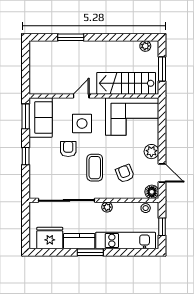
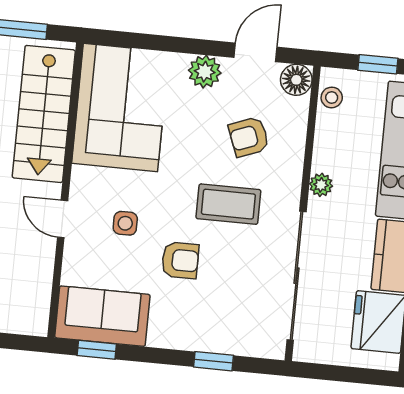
window: (26, 116) -> (97, 350), width x0.67
side table: (82, 123) -> (125, 223), width x0.54, depth x0.54
armchair: (68, 149) -> (180, 260), turned 180
window: (26, 156) -> (213, 361), moved

